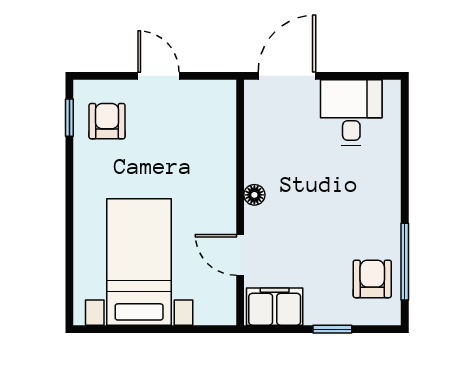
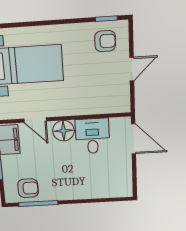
desk: (351, 113) -> (92, 136), moved, turned -90
floor lamp: (254, 195) -> (63, 131), width x1.89, depth x1.89
door: (240, 255) -> (35, 120), swing flipped

